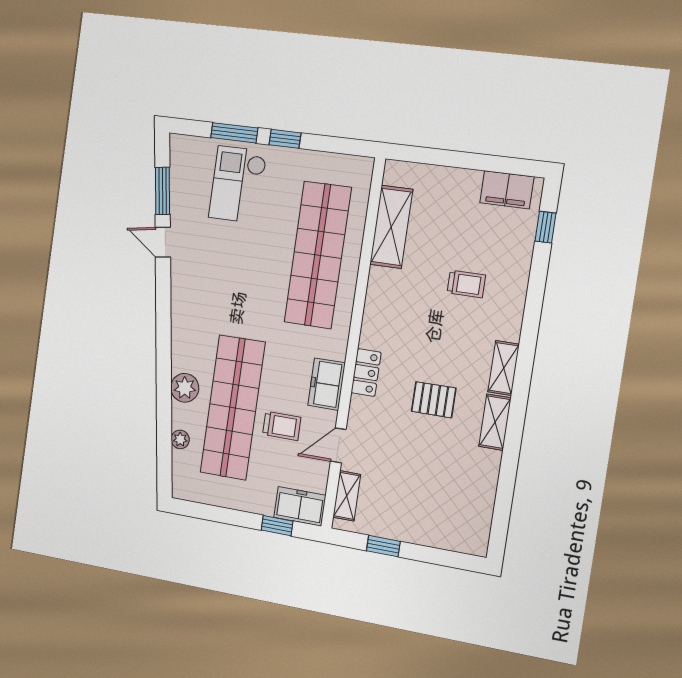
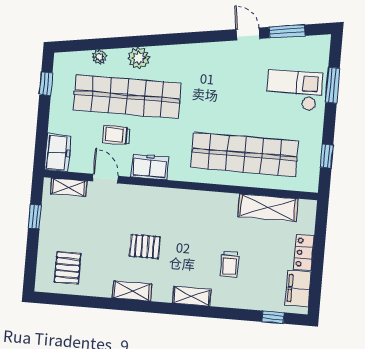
window: (285, 139) -> (327, 156), moved
door: (163, 242) -> (248, 34), hinge flipped
shelving: (504, 368) -> (192, 296), moved
locker: (366, 373) -> (304, 253), moved, turned 90
pallet: (434, 400) -> (145, 246), turned 90
trolley: (282, 426) -> (116, 135), turned 90
pallet: (456, 508) -> (68, 268), added
window: (277, 526) -> (46, 84), moved

